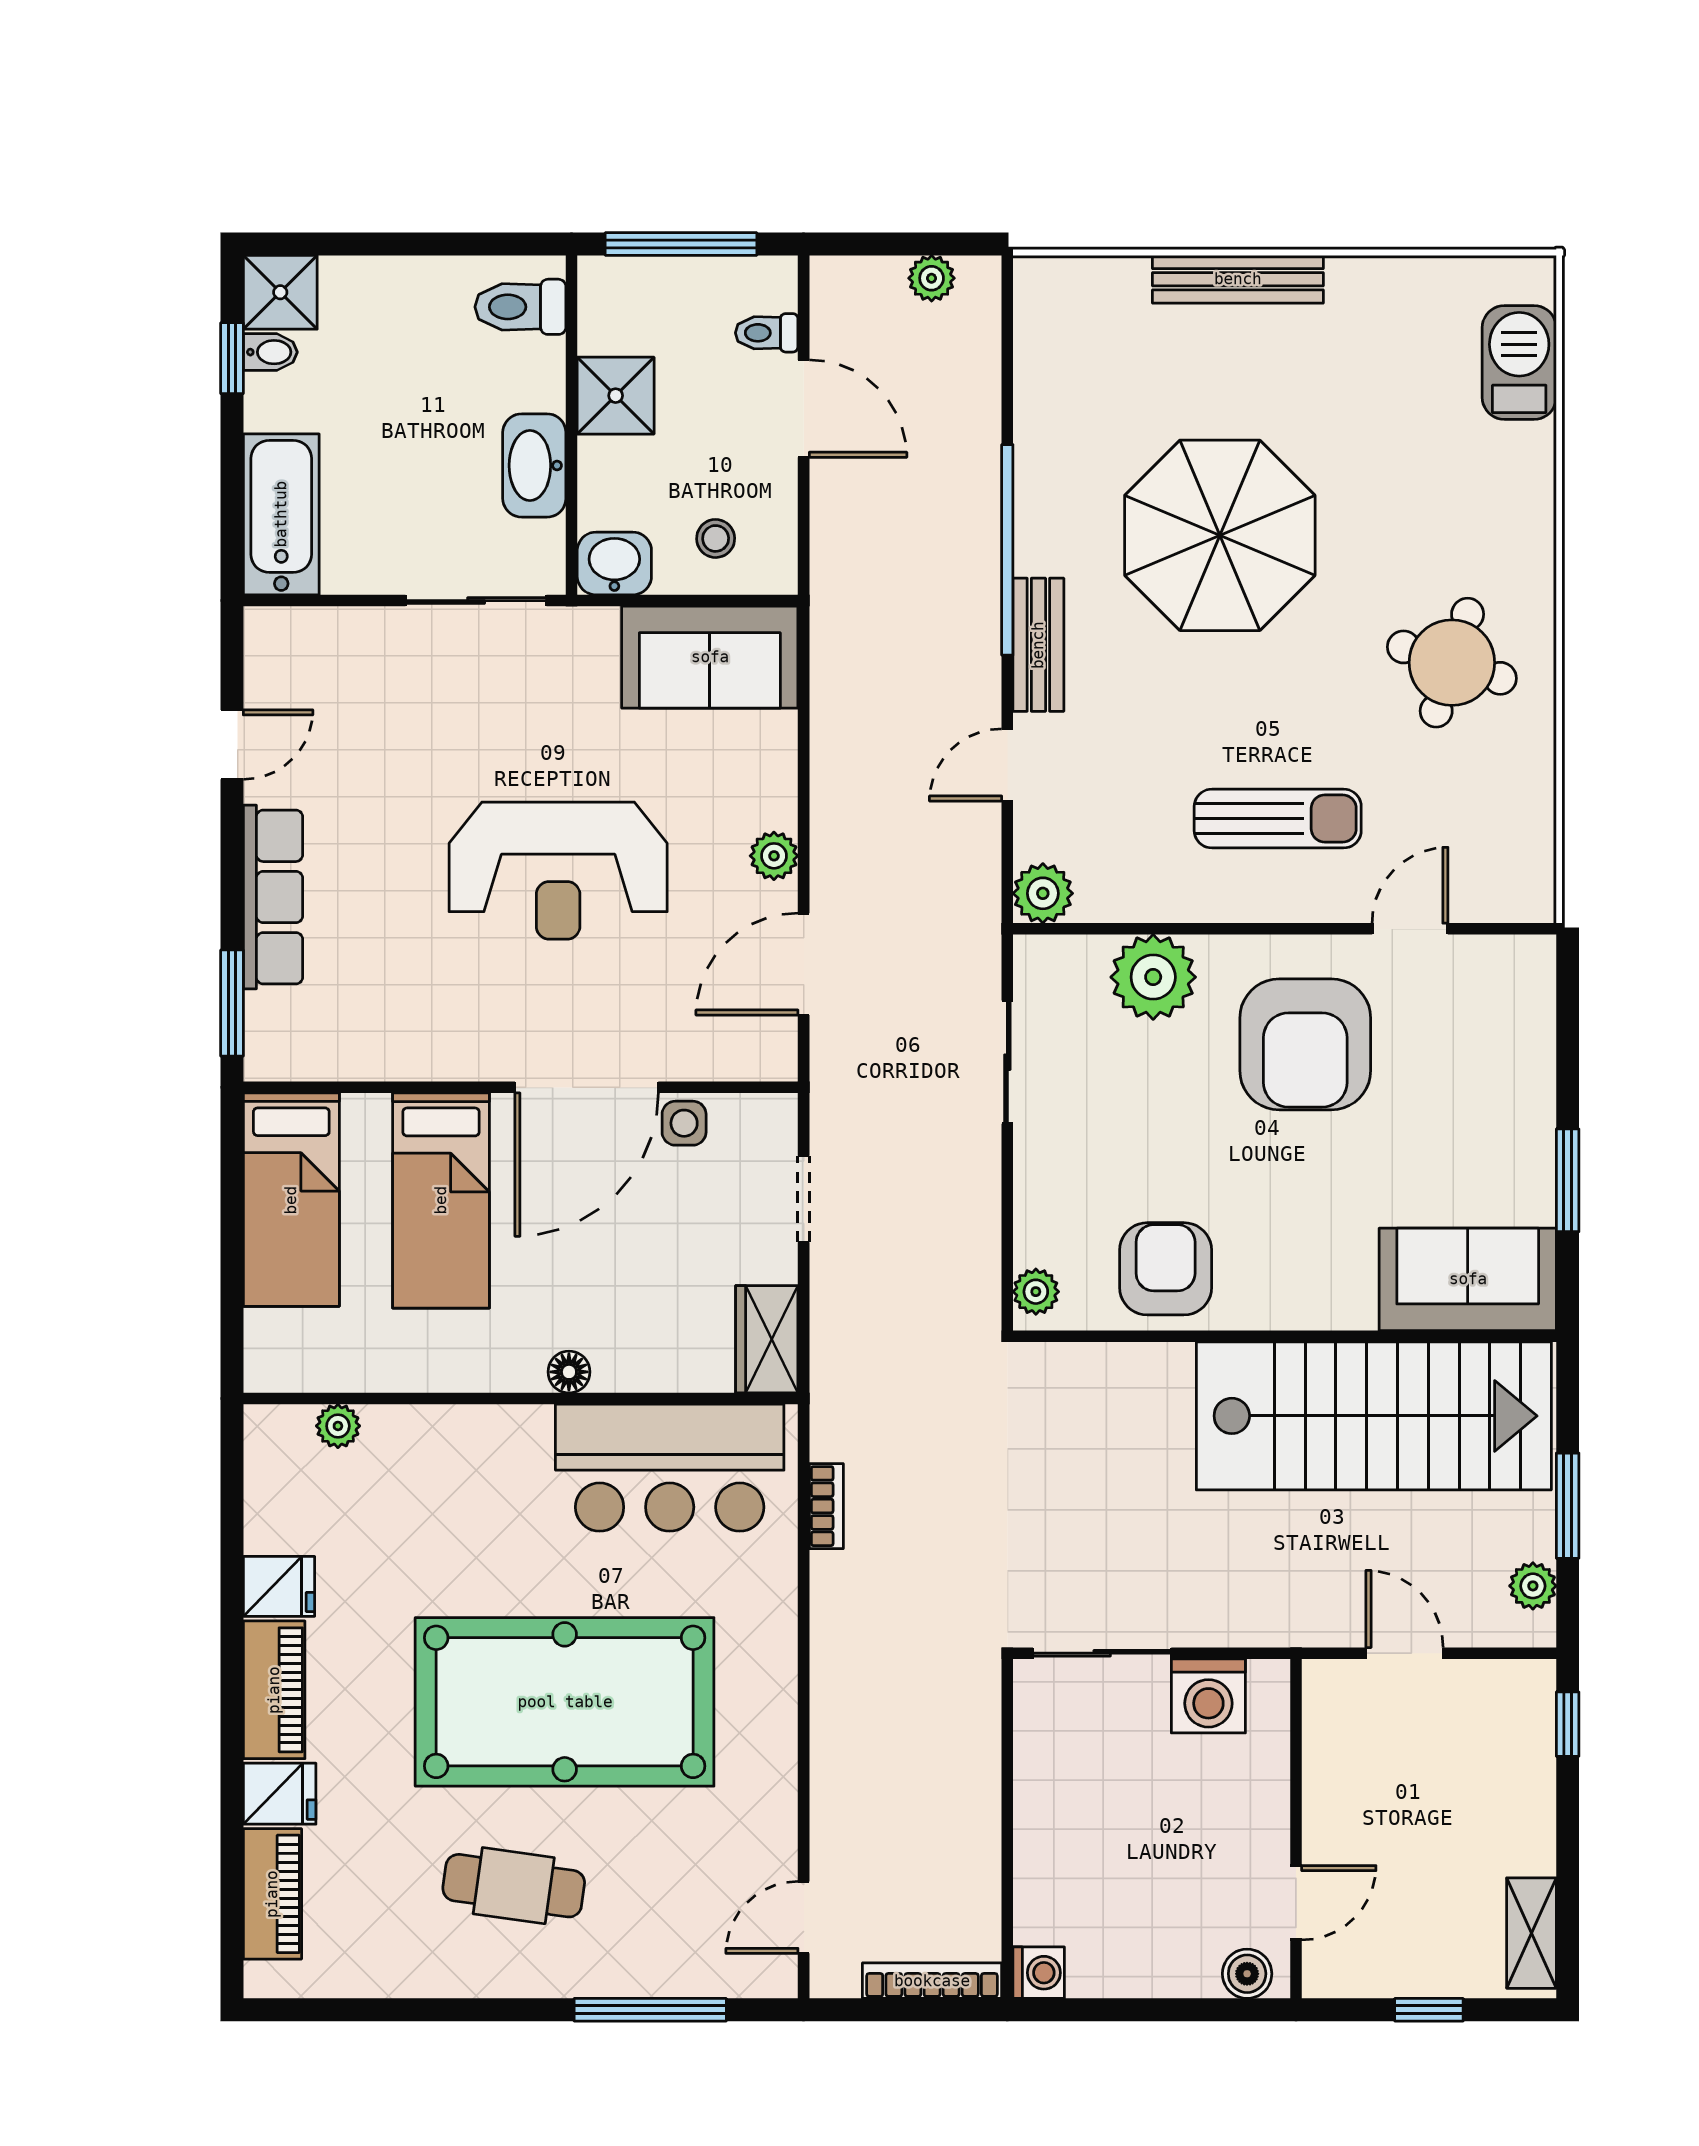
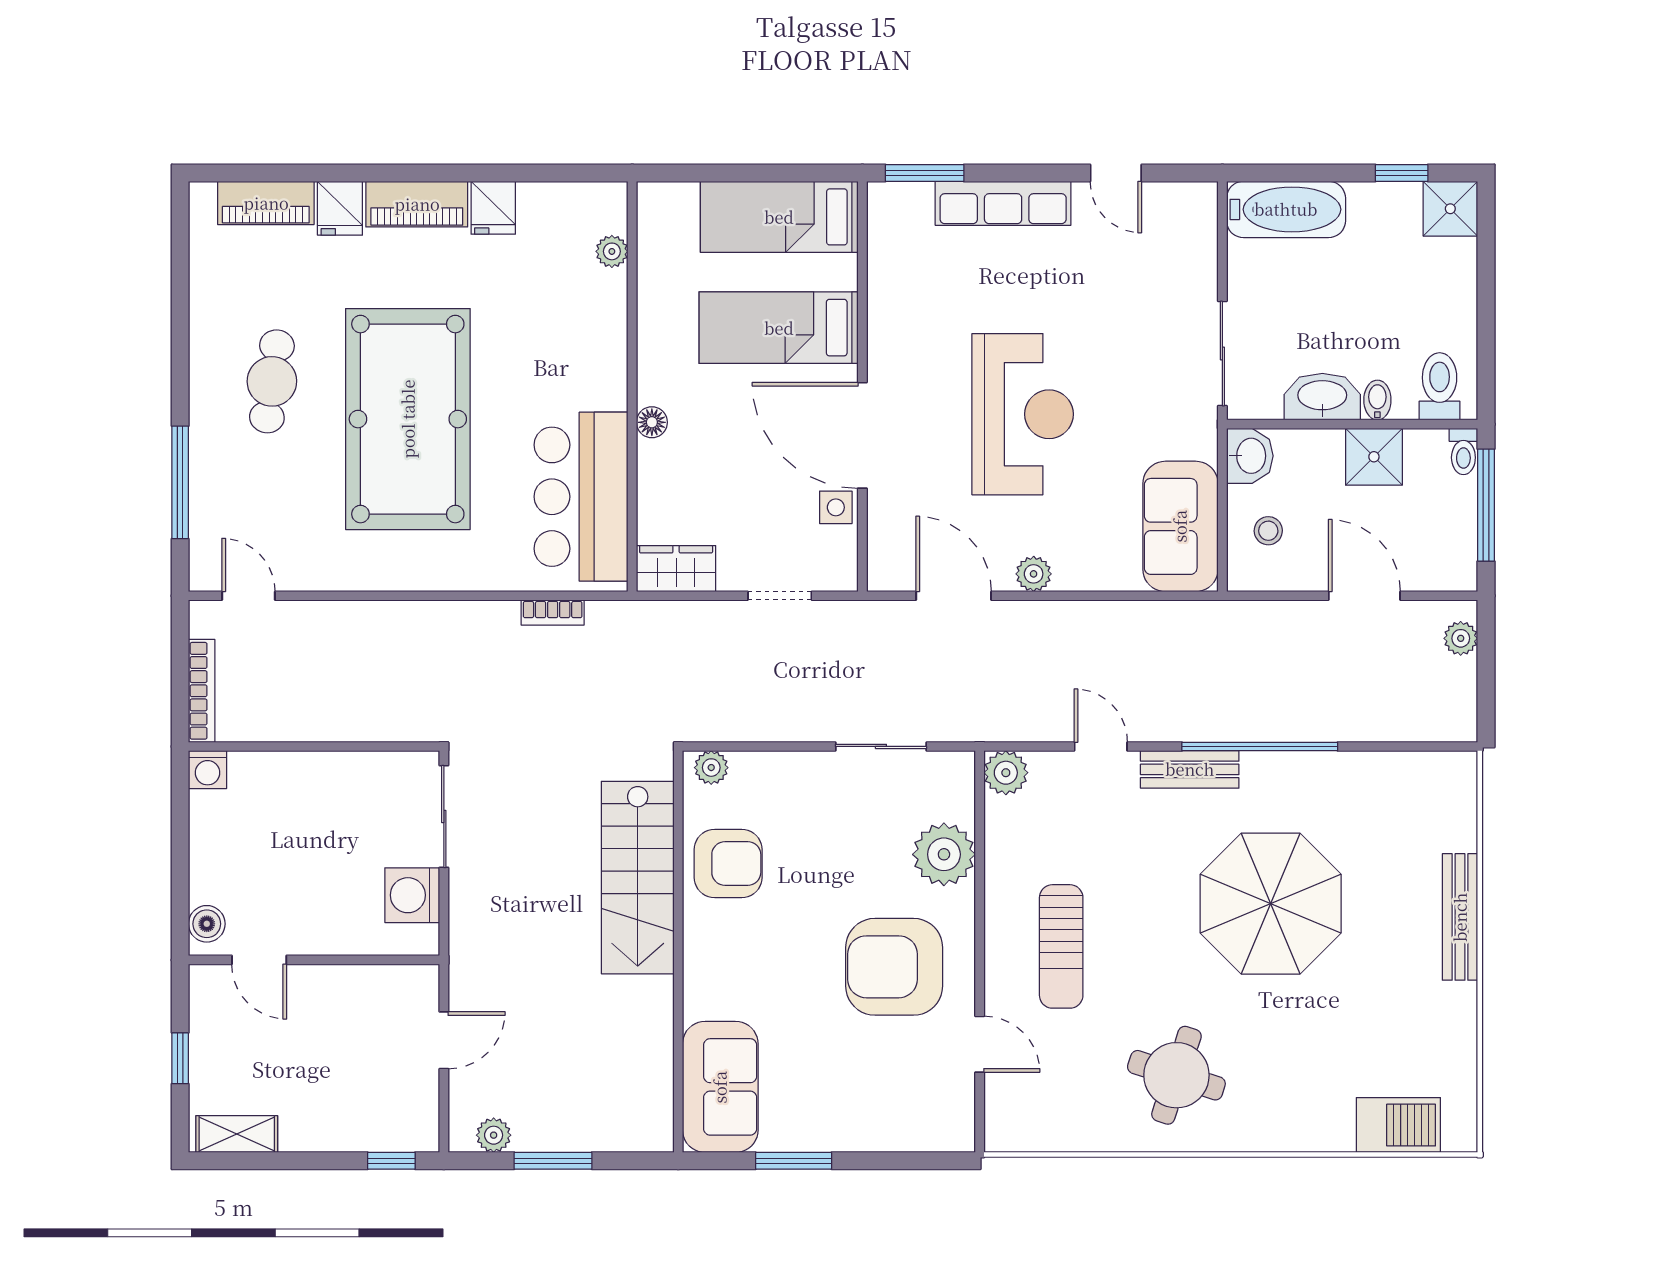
plant: (932, 278) -> (1461, 638), moved
toilet: (767, 333) -> (1463, 452), moved, turned 180
bidet: (270, 352) -> (1377, 400), moved, turned 180
door: (804, 409) -> (1364, 596), swing flipped
reception desk: (558, 871) -> (1023, 414), turned 180
stairs: (1374, 1416) -> (638, 878), moved, width x0.73, depth x0.66

